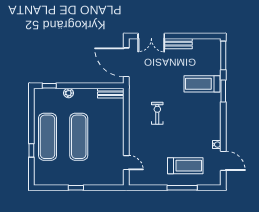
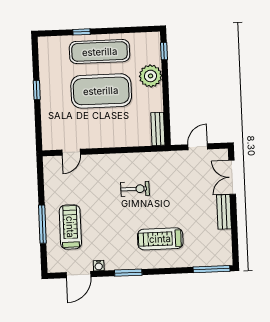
door: (126, 62) -> (198, 147), width x0.53
treadmill: (202, 84) -> (160, 239), moved, turned -90
window: (223, 91) -> (128, 273), moved
plant: (69, 93) -> (151, 76), width x1.87, depth x1.87
exercise mat: (79, 137) -> (101, 91), width x1.47
treadmill: (185, 166) -> (70, 227), turned 180

